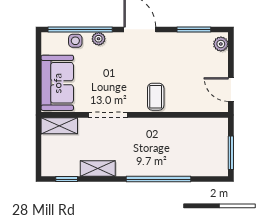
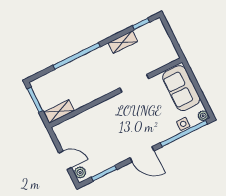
plant: (99, 39) -> (203, 116), moved
door: (231, 90) -> (65, 160), moved
coffee table: (156, 97) -> (107, 113), removed
shelving: (59, 126) -> (59, 111), moved

